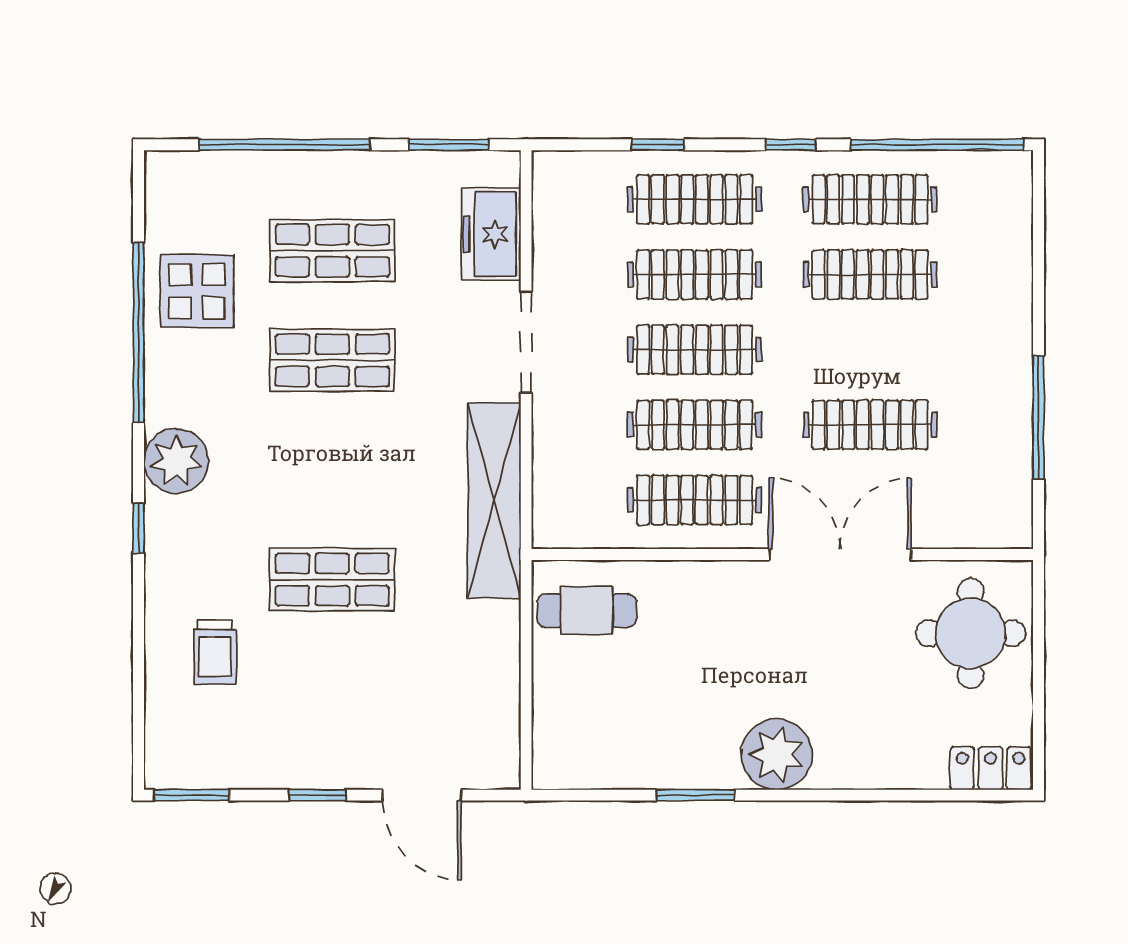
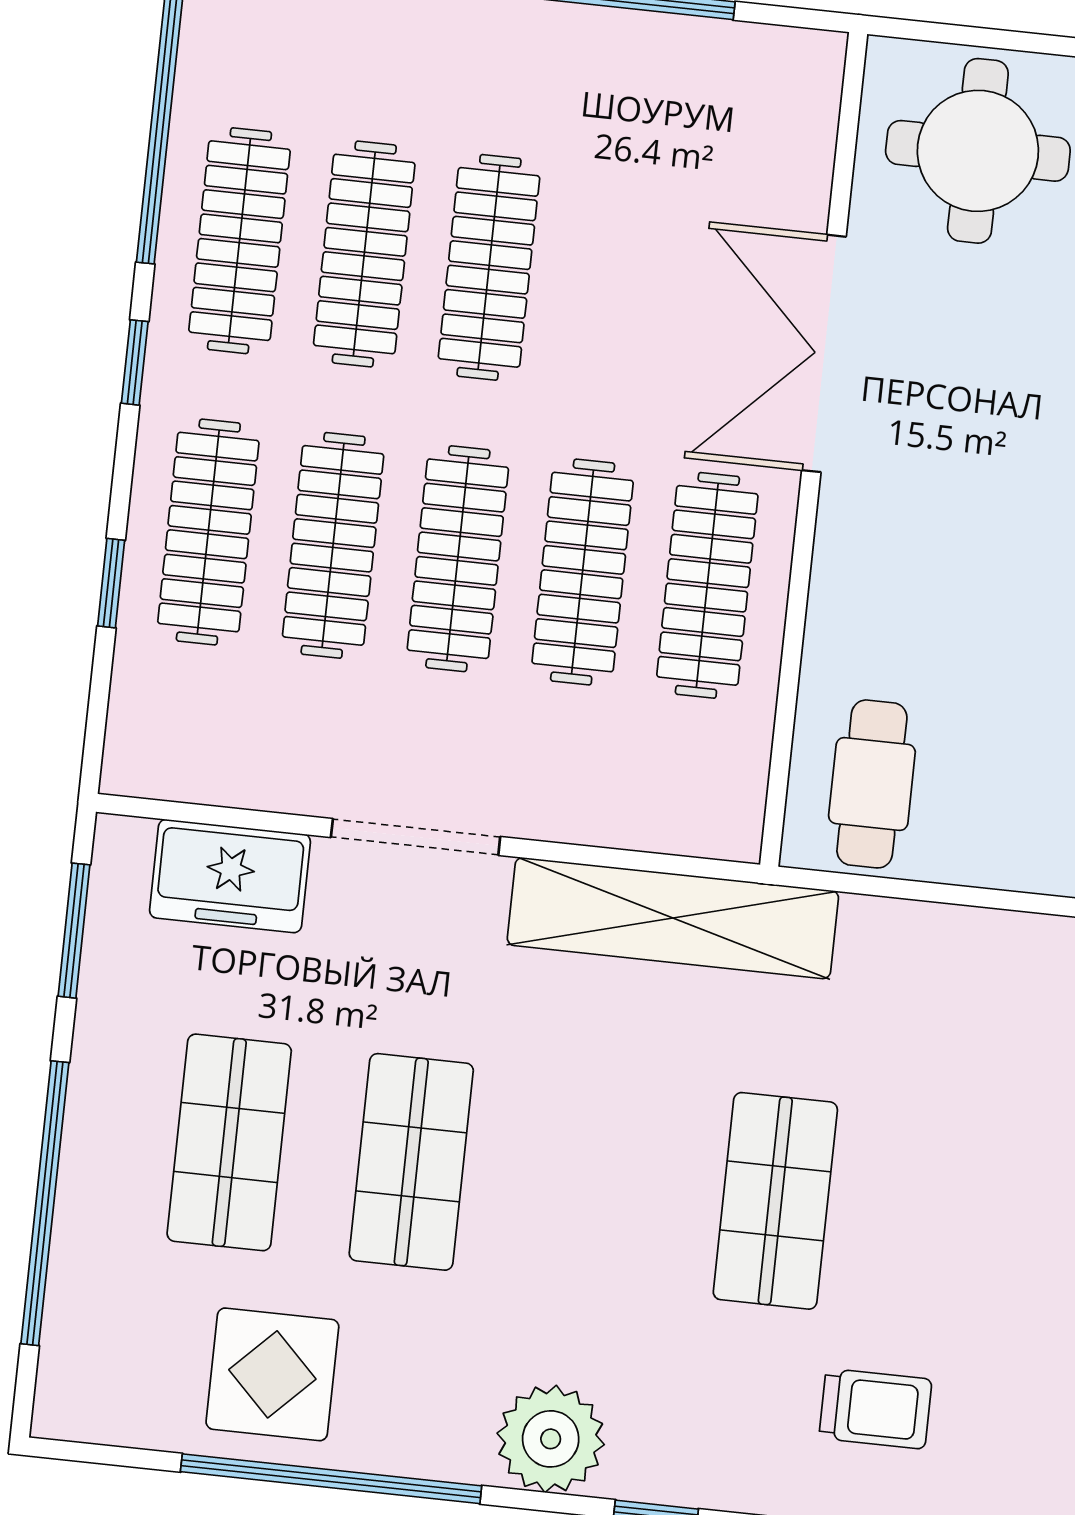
clothes rail: (870, 425) -> (489, 267), moved

